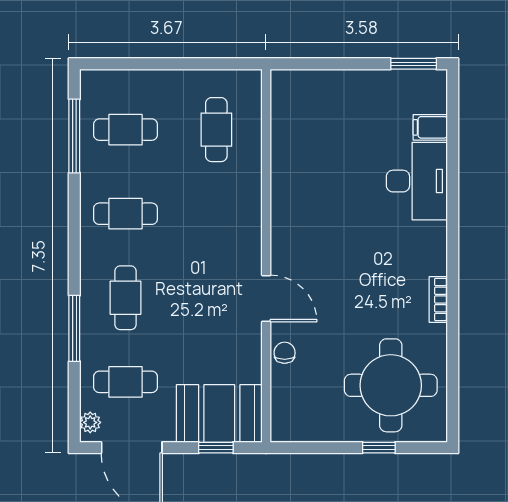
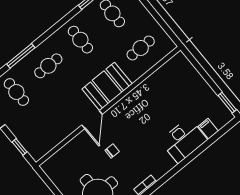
chair: (285, 353) -> (112, 151), moved
booth: (219, 414) -> (107, 86), moved, turned 90

